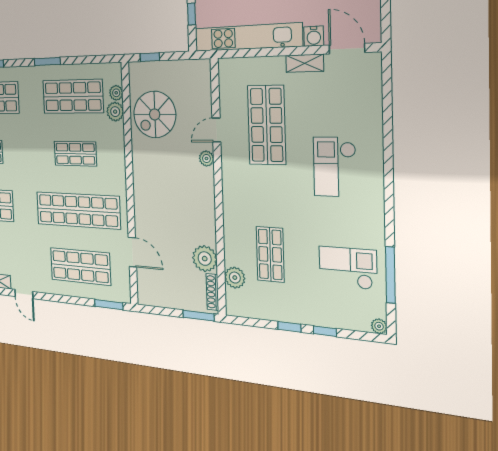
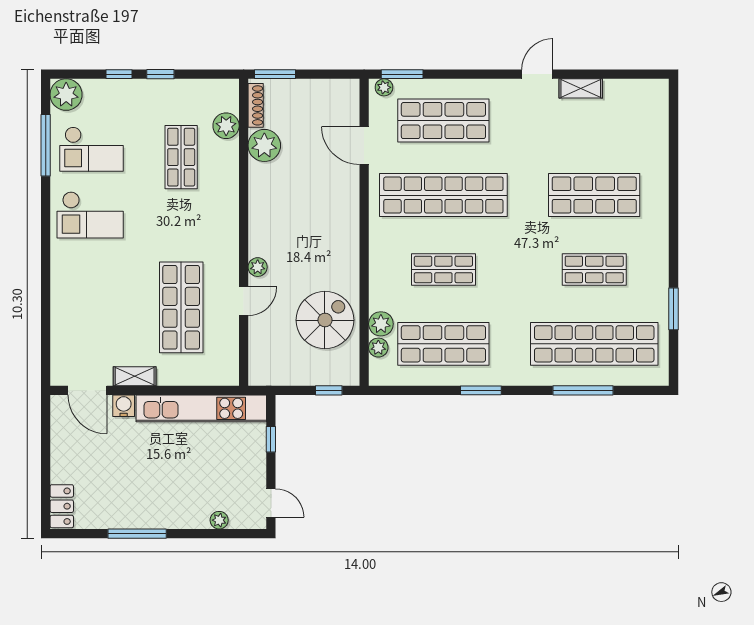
checkout: (335, 167) -> (90, 215), moved, turned 90
door: (24, 294) -> (537, 74), hinge flipped
plant: (121, 296) -> (384, 87), added
plant: (379, 326) -> (66, 95), width x1.88, depth x1.88

